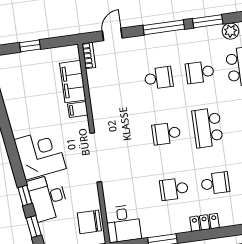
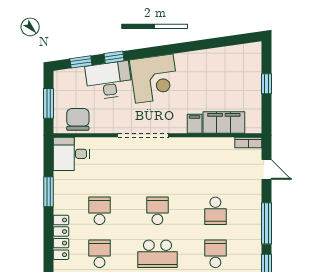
school desk: (208, 128) -> (157, 254), turned 180
school desk: (215, 183) -> (100, 254), turned 180
locker: (205, 222) -> (61, 237), width x1.53

